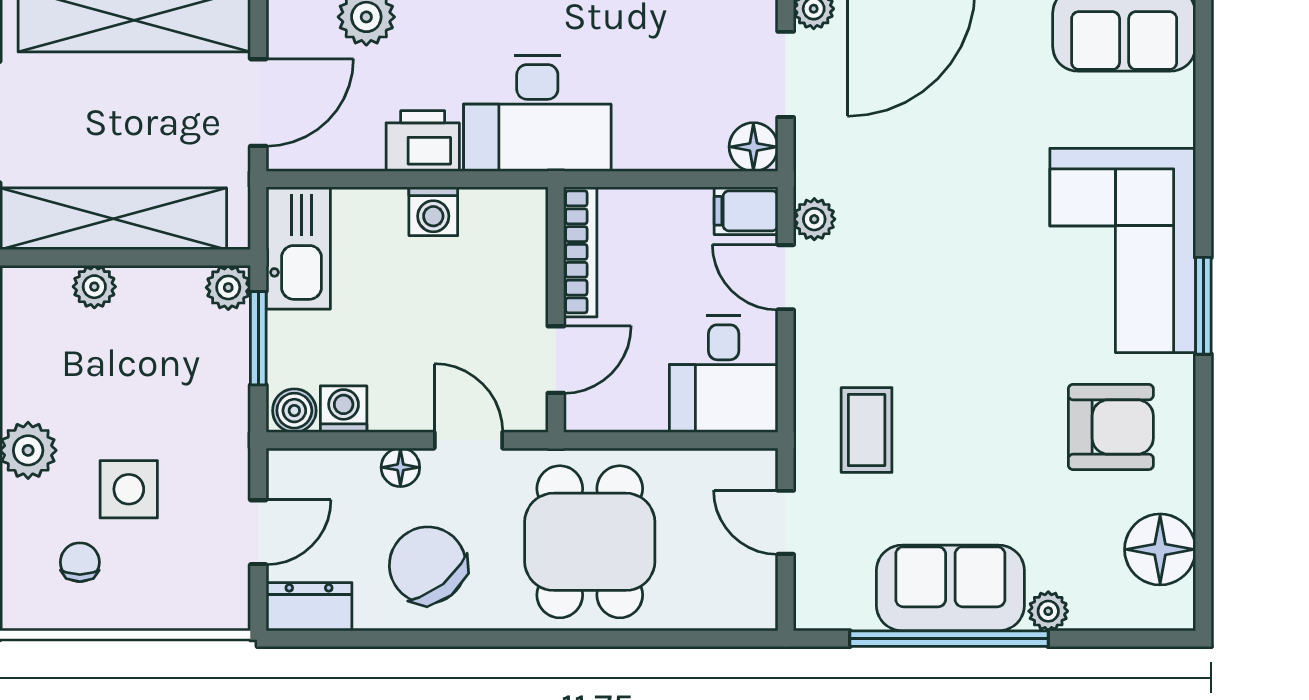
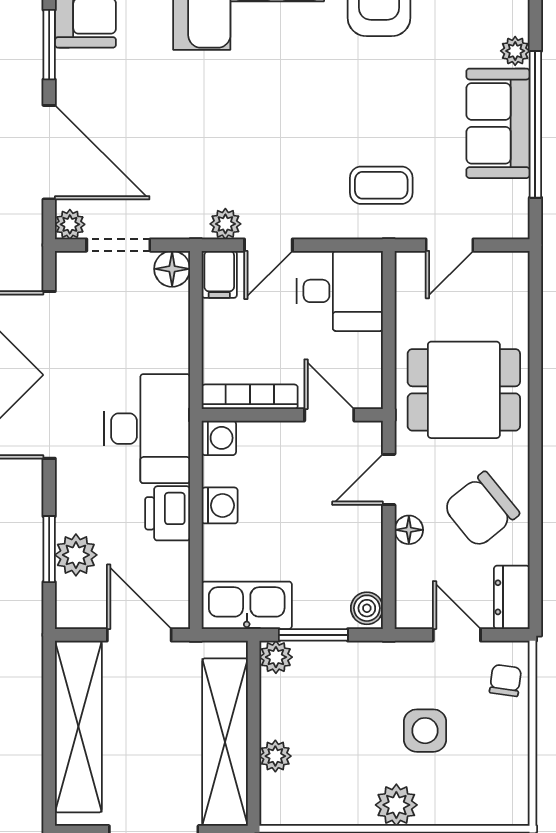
washing machine: (344, 409) -> (219, 438), moved, turned 180
chair: (80, 562) -> (505, 680), moved, turned 98

